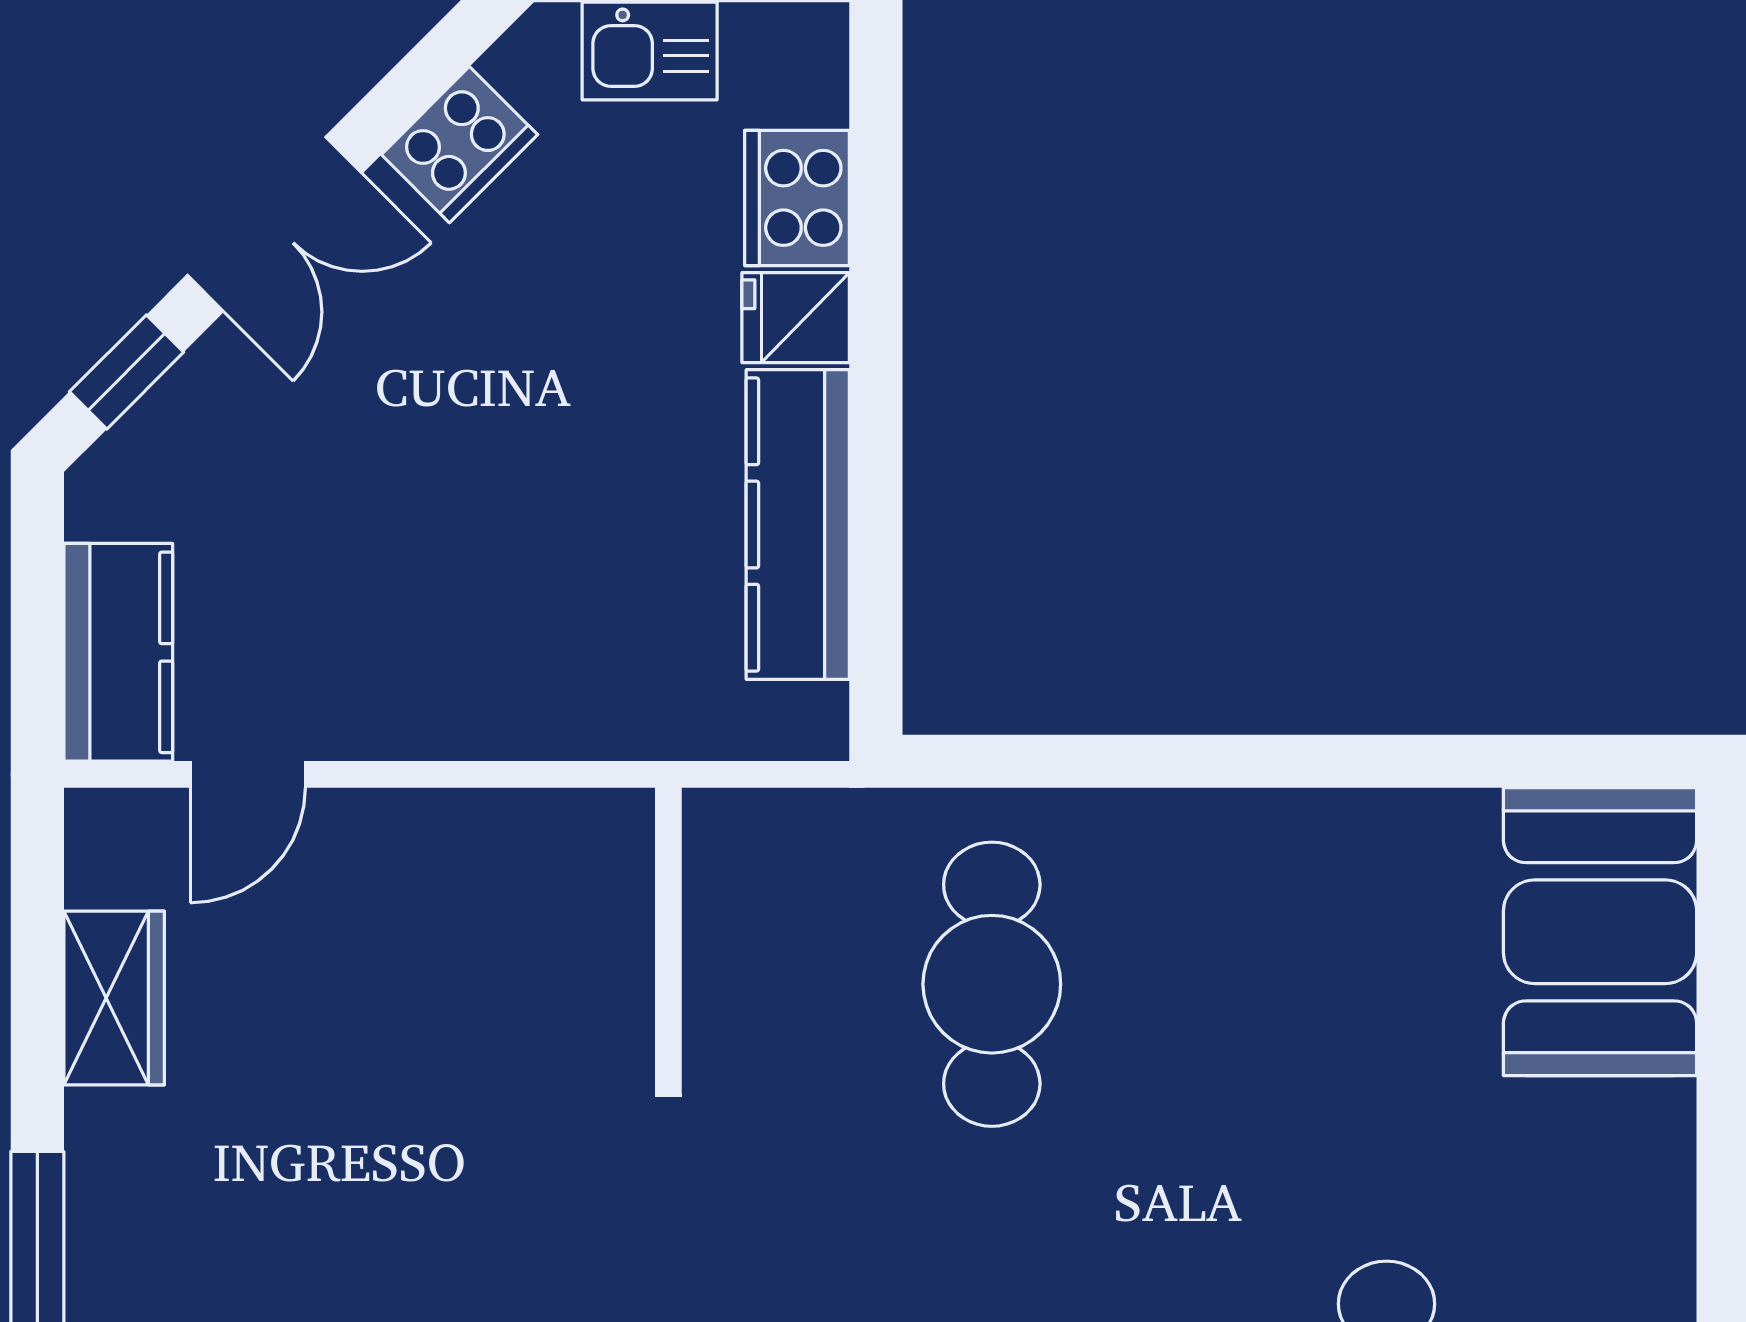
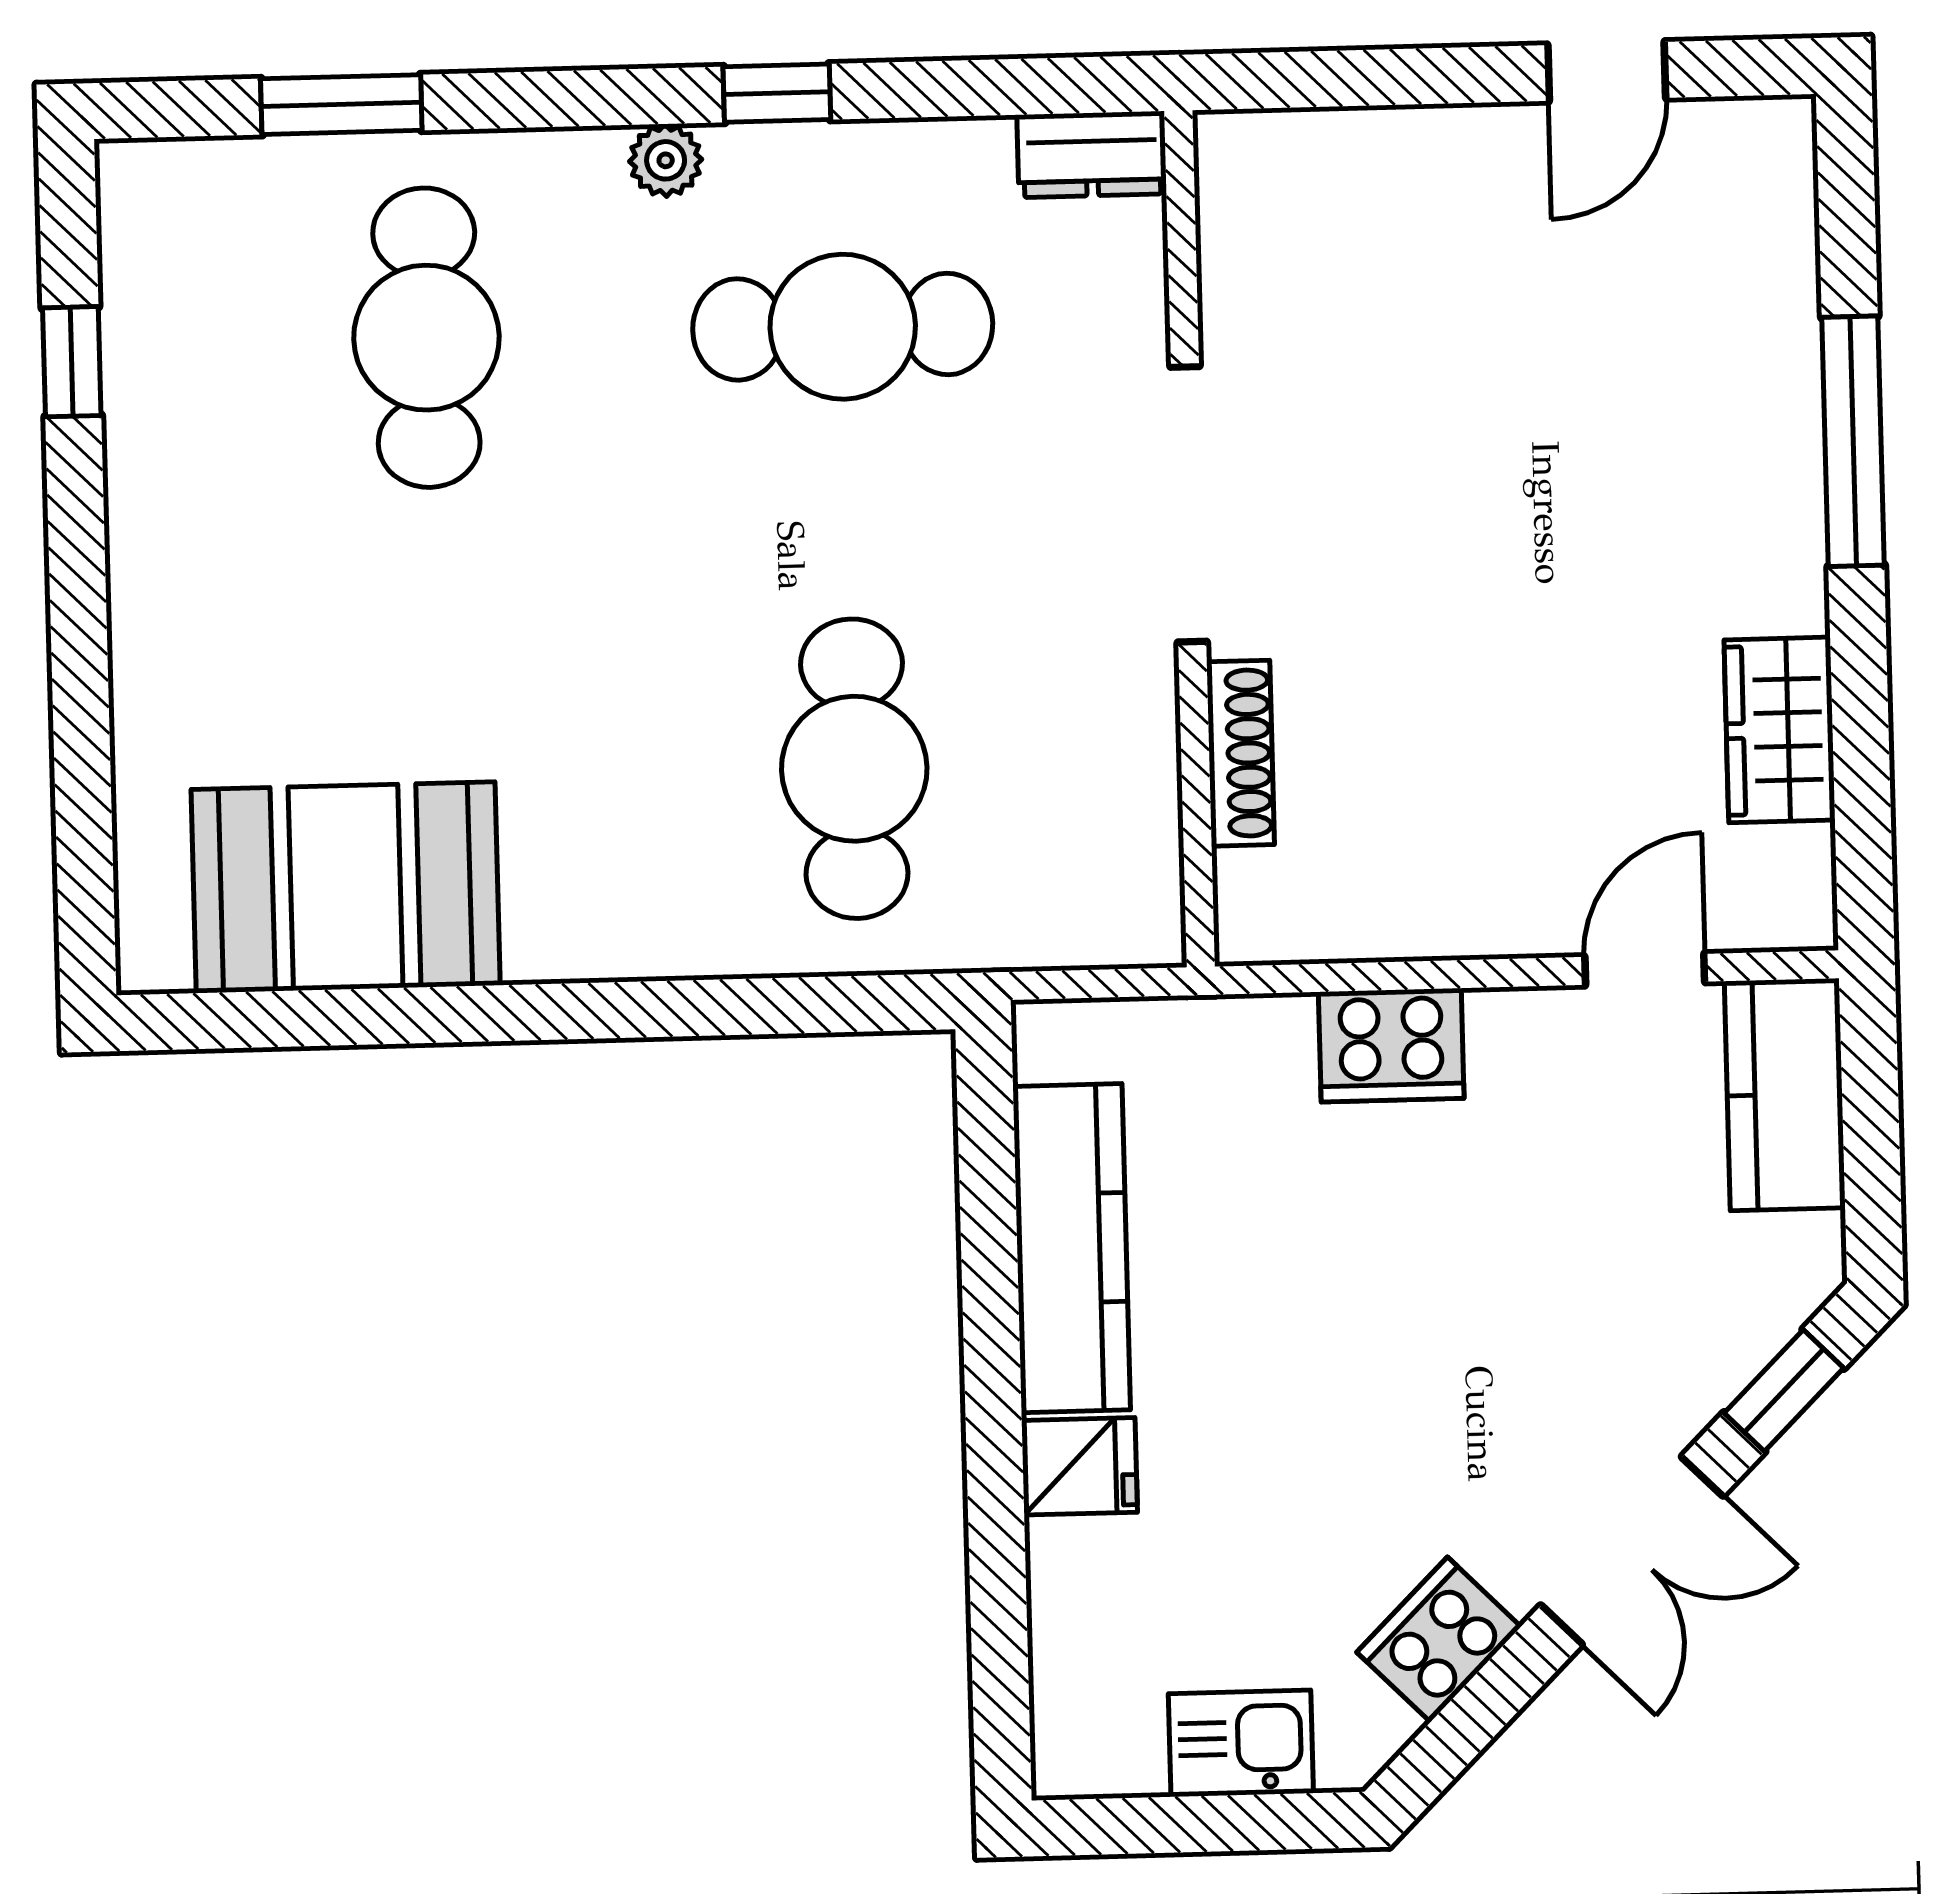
cooker: (797, 198) -> (1391, 1045), moved, turned 90
double door: (274, 224) -> (1632, 1551), swing flipped
booth: (1600, 932) -> (346, 887), moved, turned 90
shoe rack: (625, 989) -> (1241, 753), added

